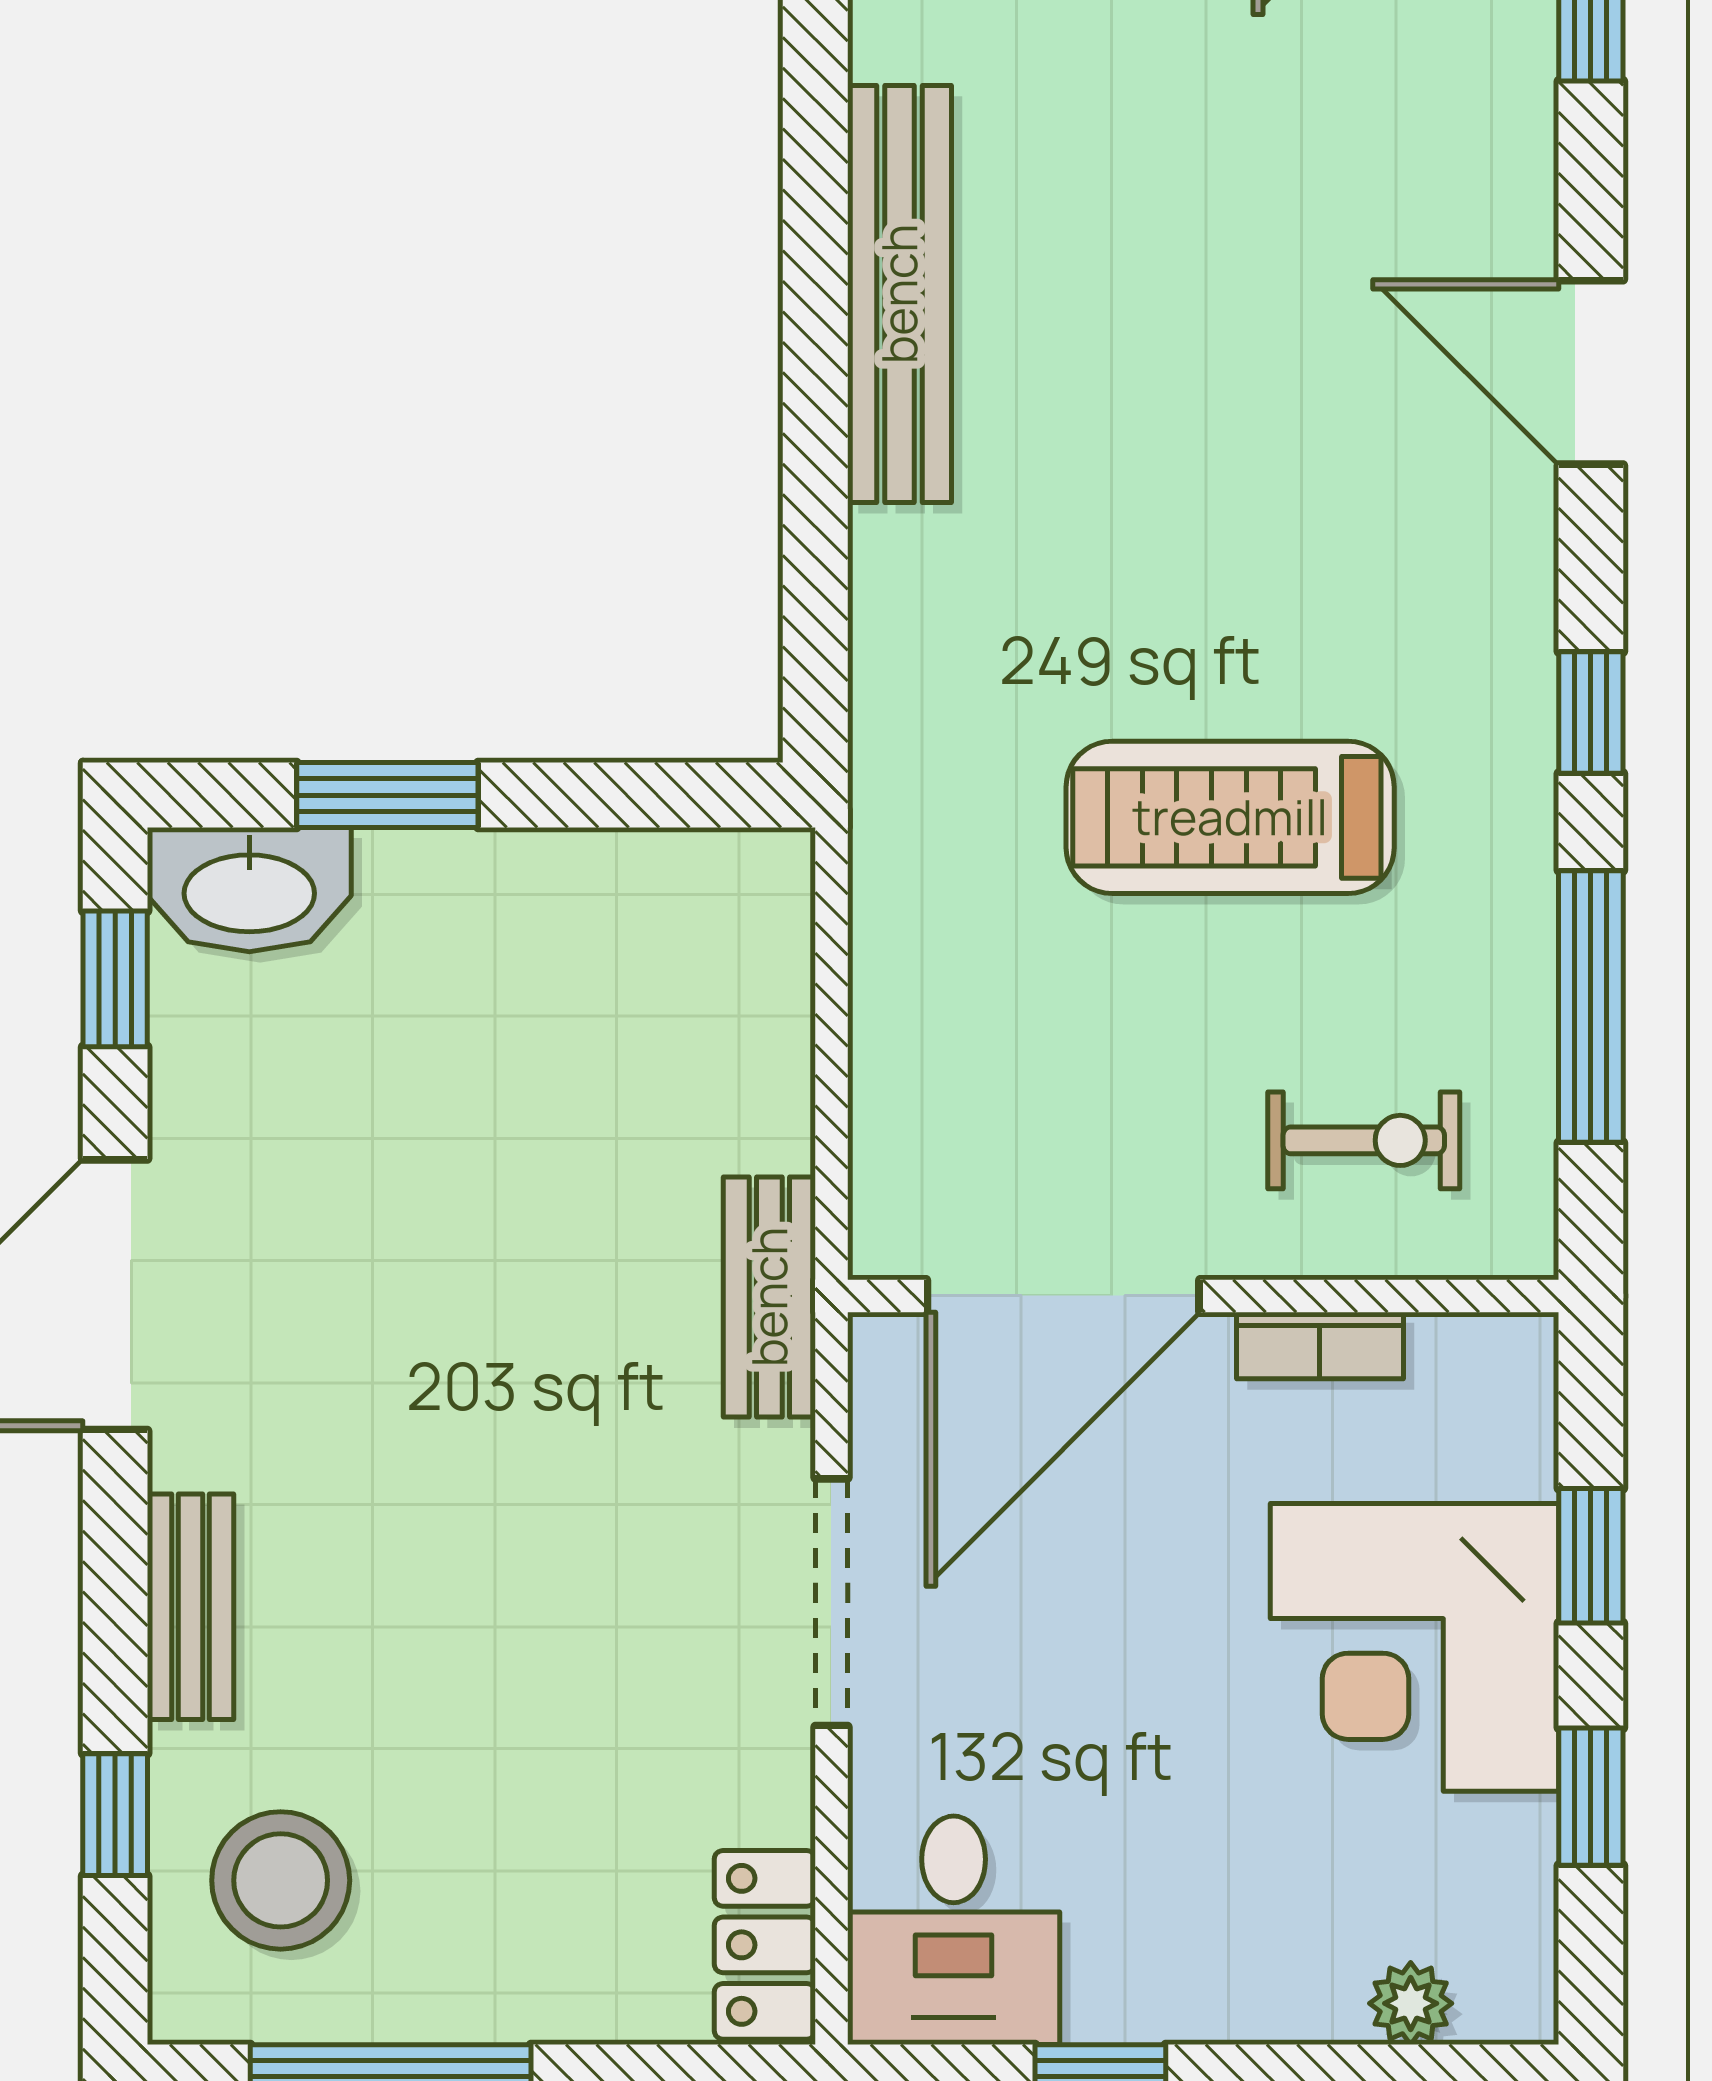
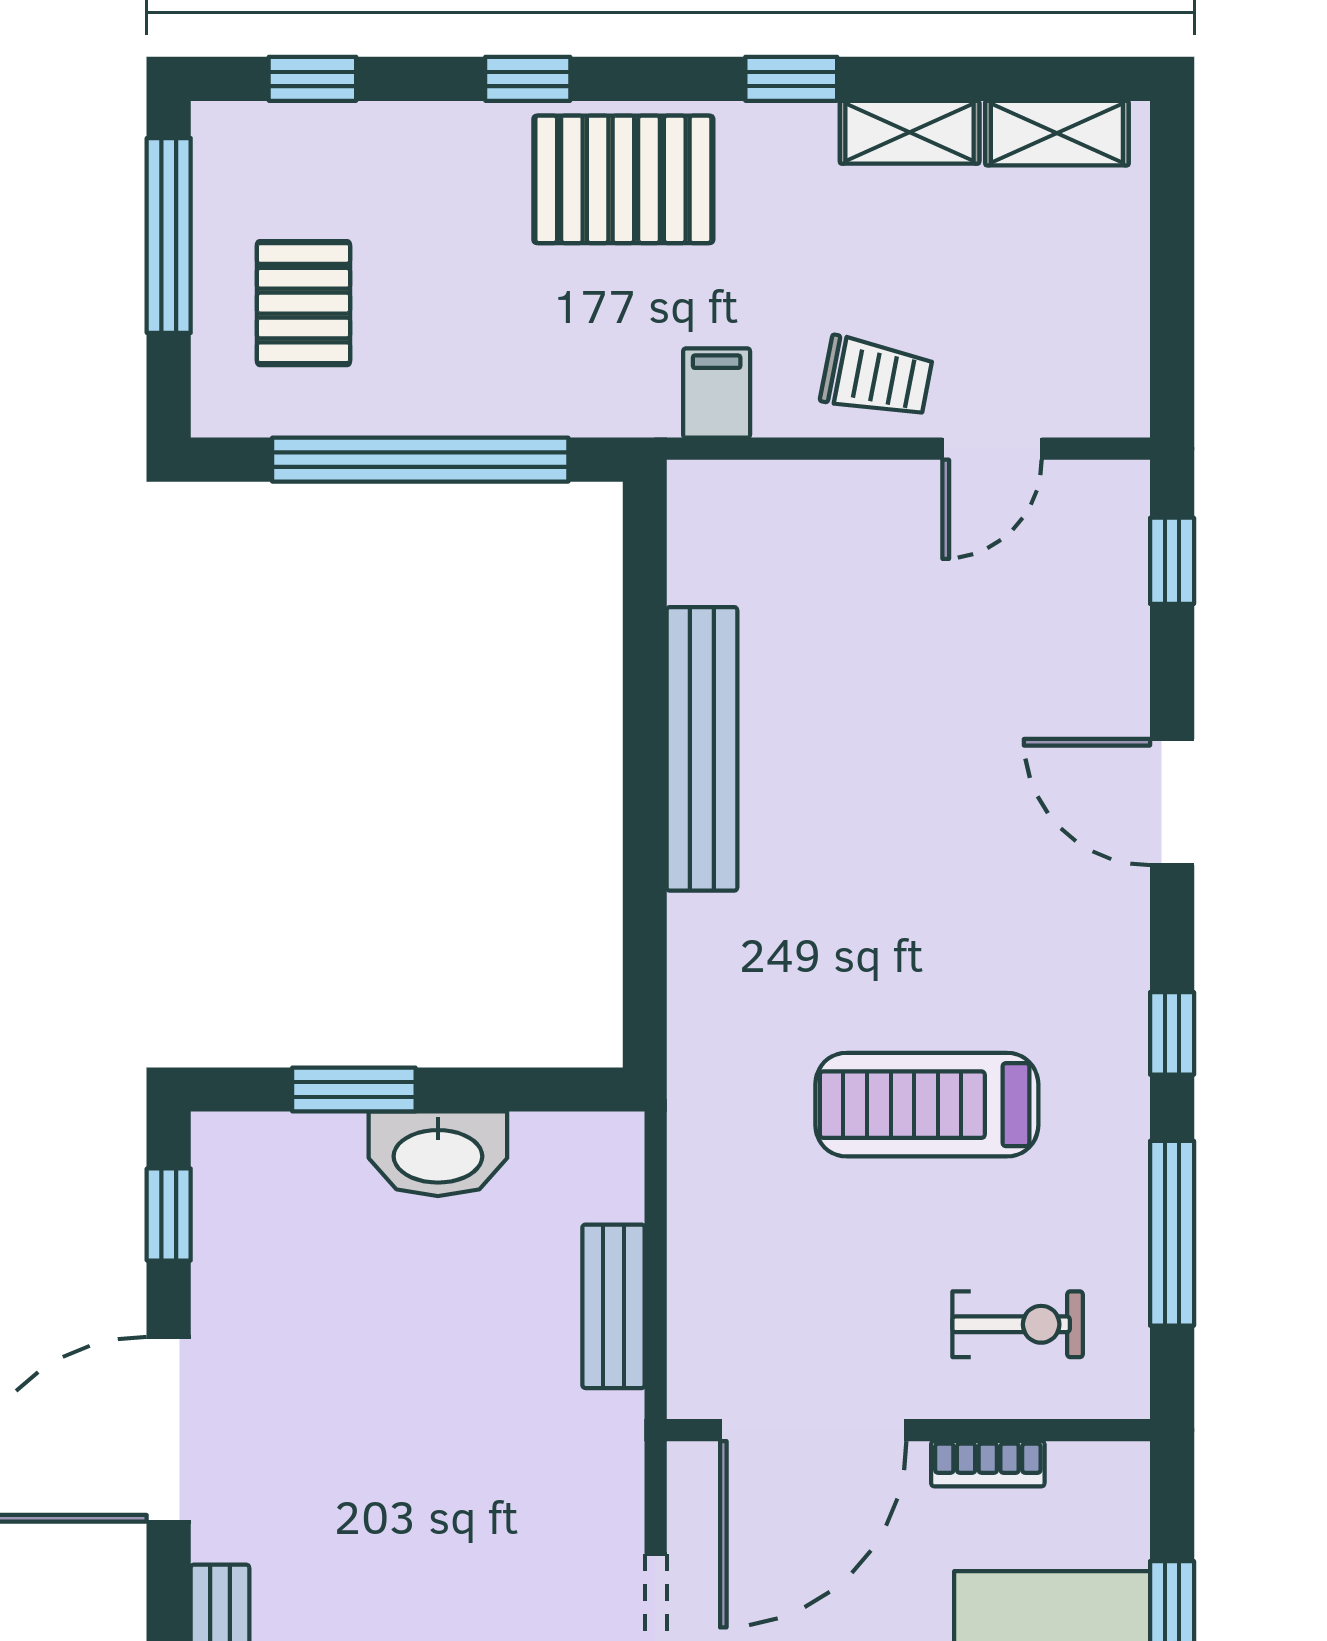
washbasin: (249, 890) -> (438, 1154), moved
bench: (769, 1297) -> (614, 1306), moved

